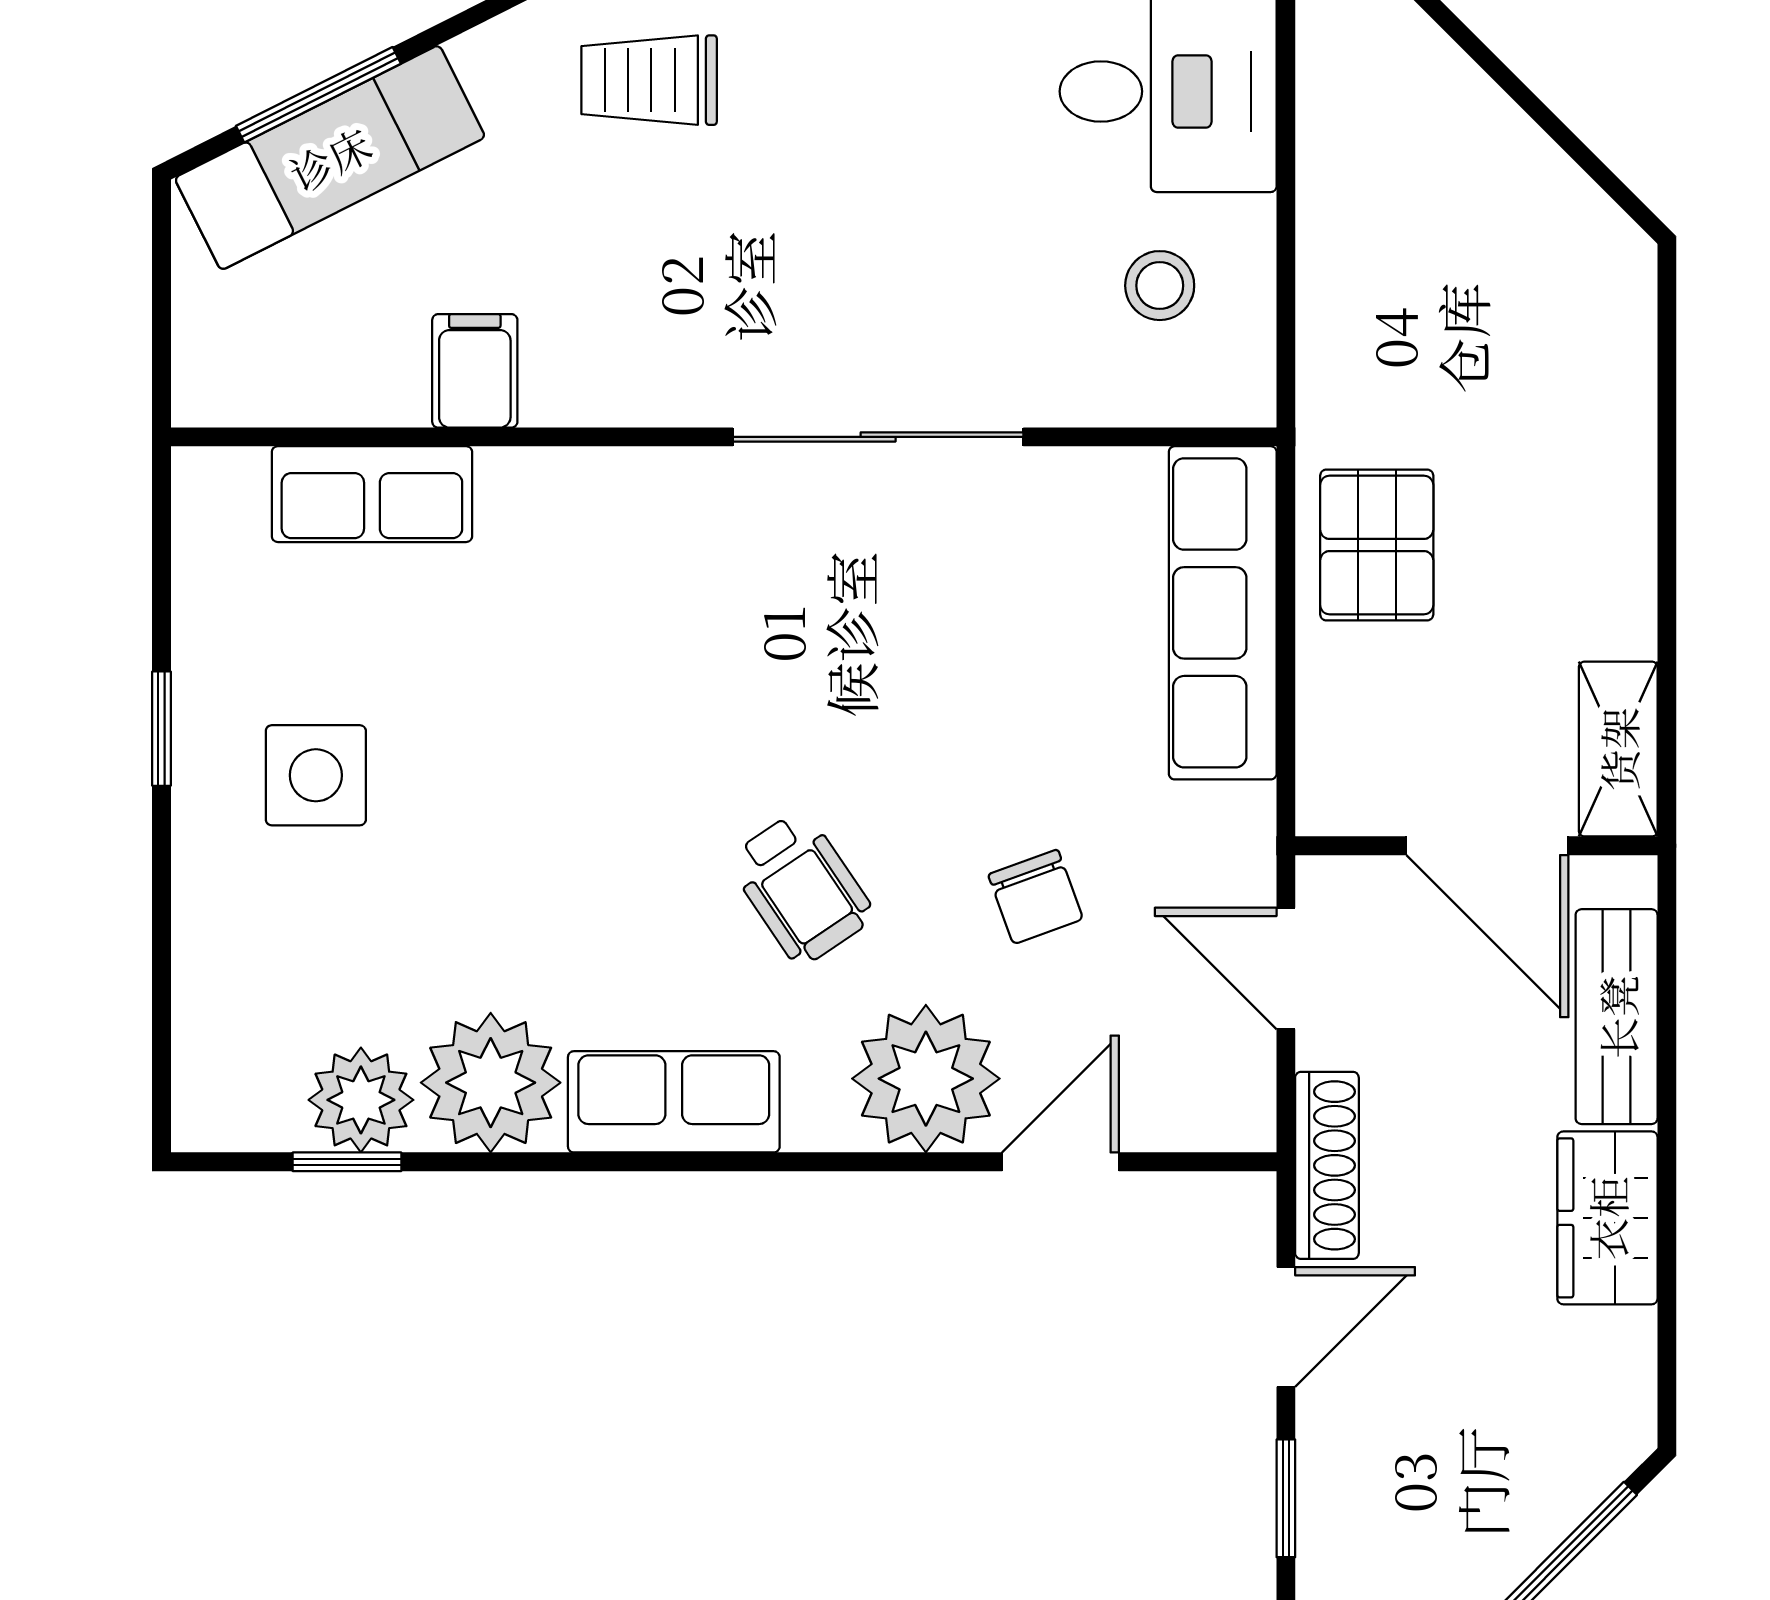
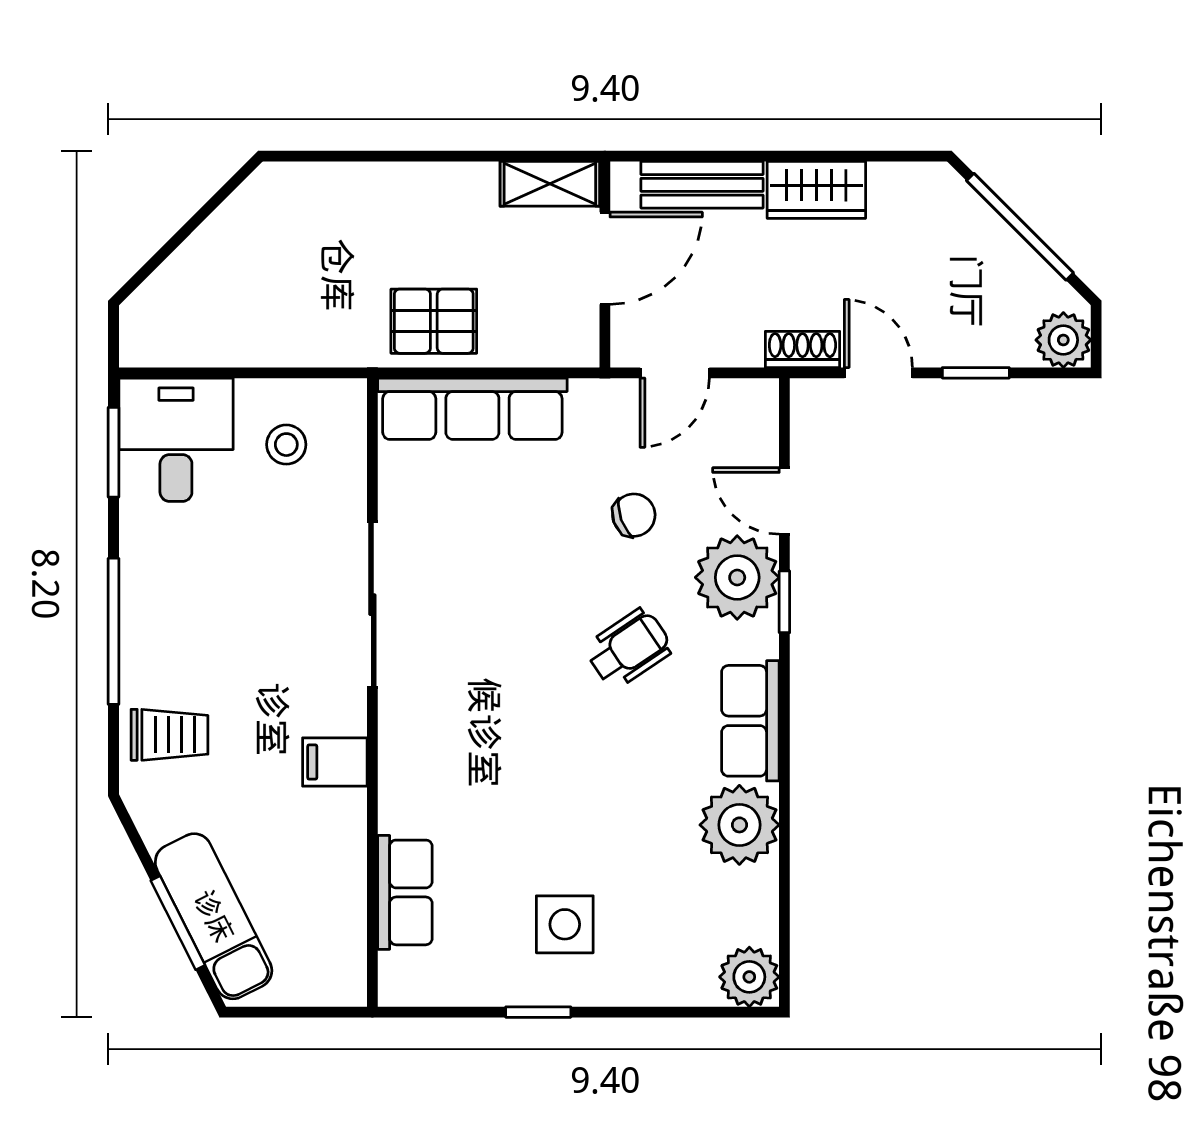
trolley: (649, 80) -> (170, 735), turned -90
filing cabinet: (475, 371) -> (335, 762), moved
plant: (361, 1100) -> (749, 977), moved
window: (347, 1162) -> (784, 602), moved
shoe rack: (1327, 1165) -> (802, 349), width x0.70

